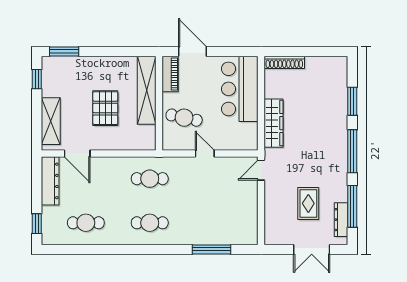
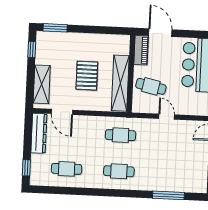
shelving: (147, 90) -> (120, 83), moved

